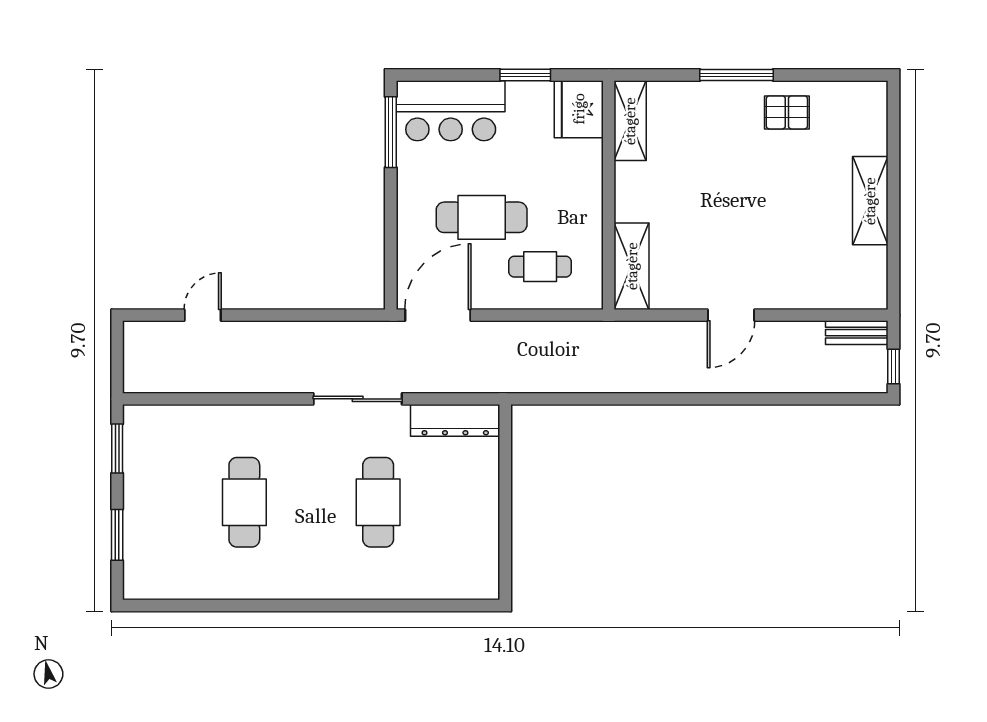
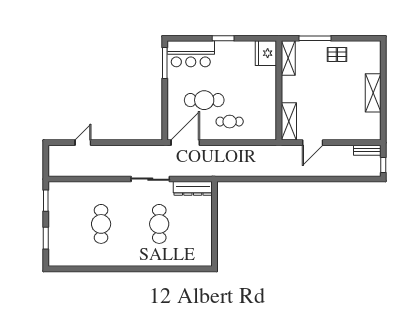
fridge: (579, 109) -> (266, 53), moved
shelving: (630, 121) -> (288, 58), moved
wall: (609, 195) -> (279, 90), moved
shelving: (632, 266) -> (289, 121), moved

